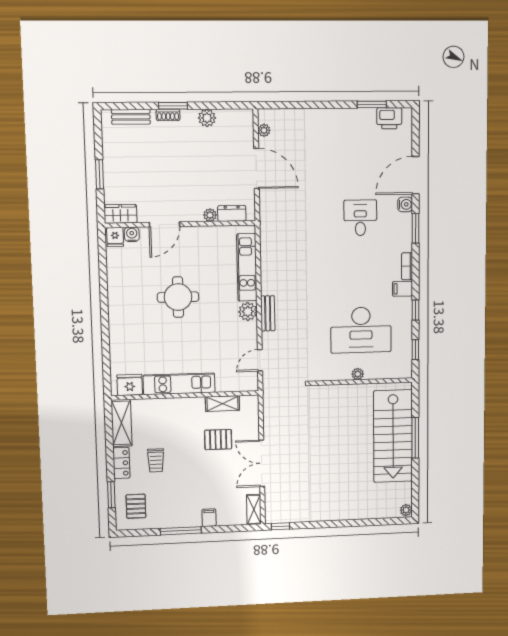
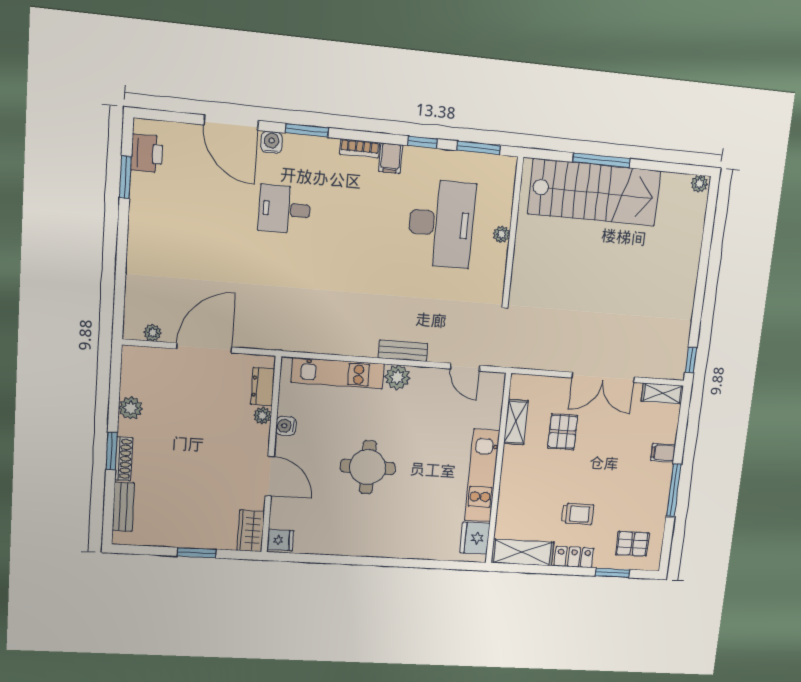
shoe rack: (168, 115) -> (124, 459), width x1.43
water cooler: (132, 234) -> (286, 426), moved
window: (415, 350) -> (478, 148), width x1.50

